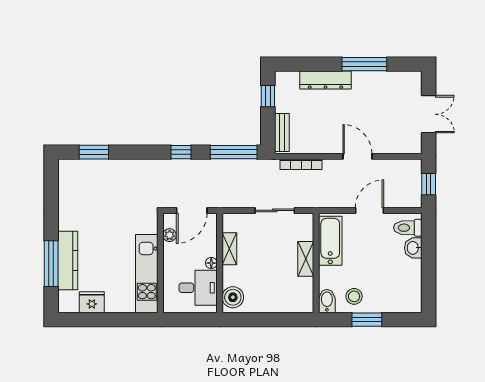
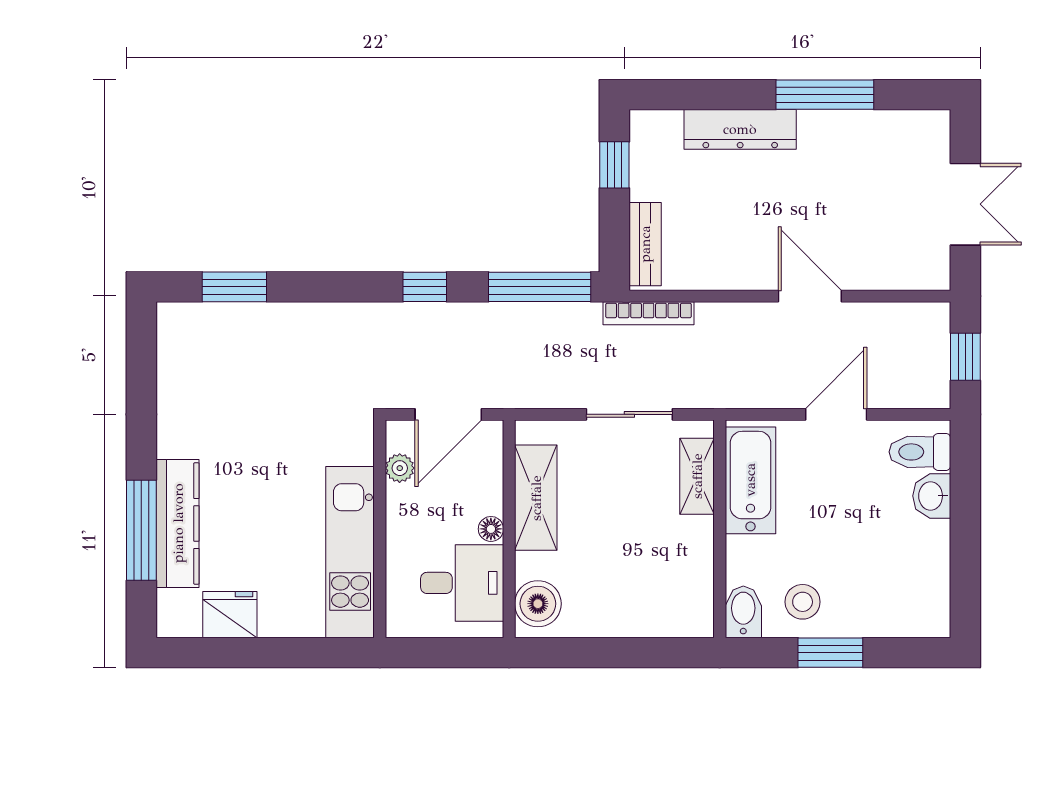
bookcase: (301, 164) -> (649, 313), moved
shelving: (229, 249) -> (536, 498), width x1.50, depth x1.33
shelving: (306, 259) -> (697, 476), moved

